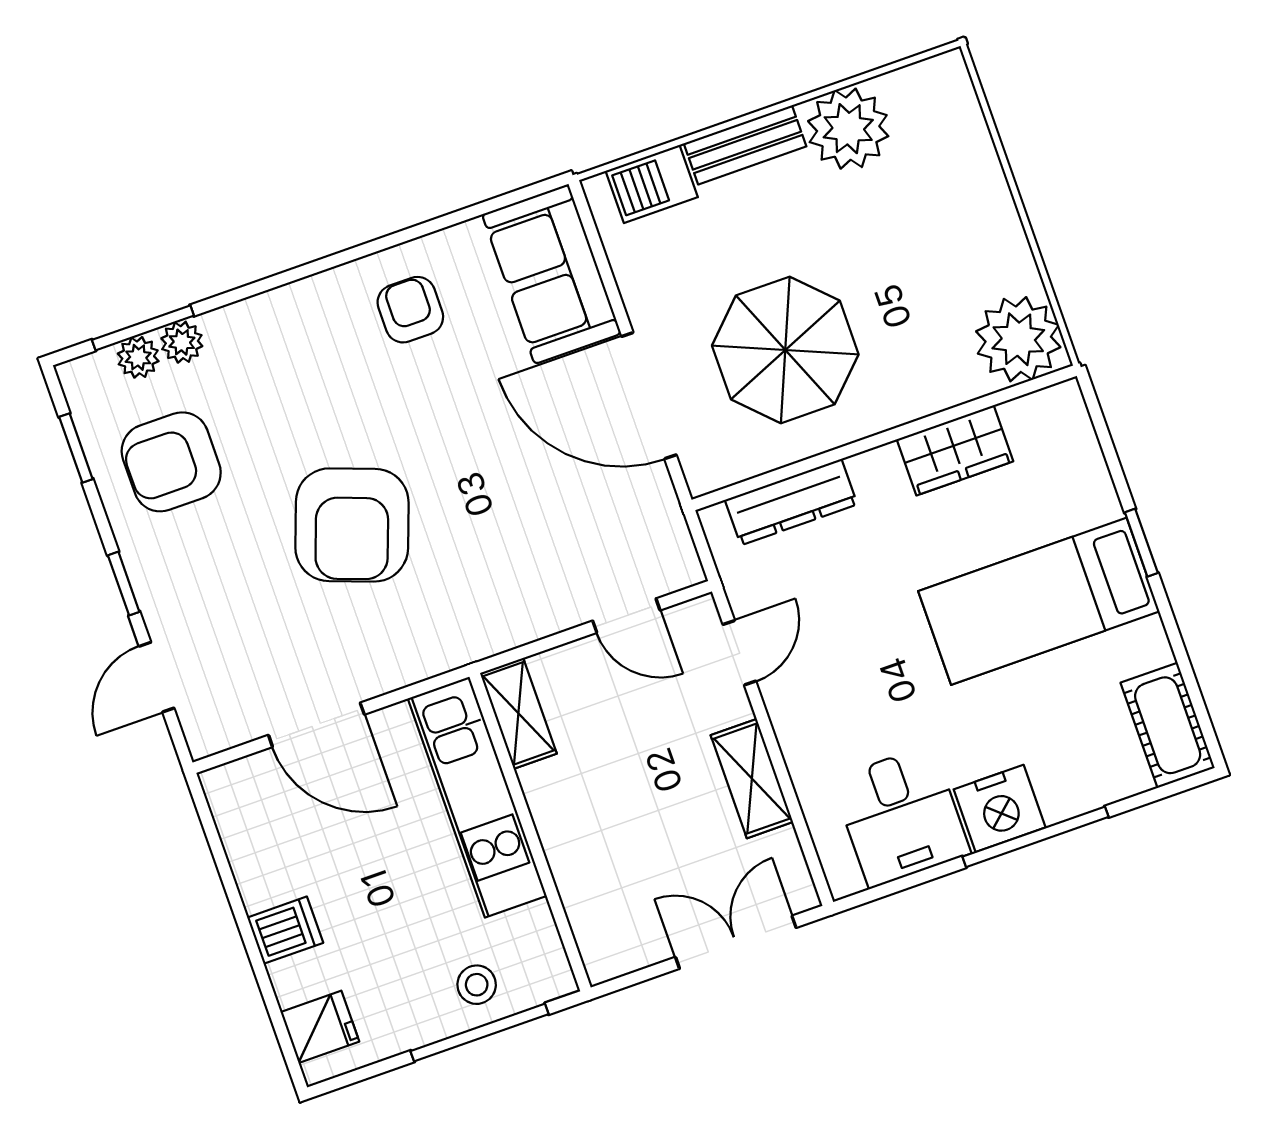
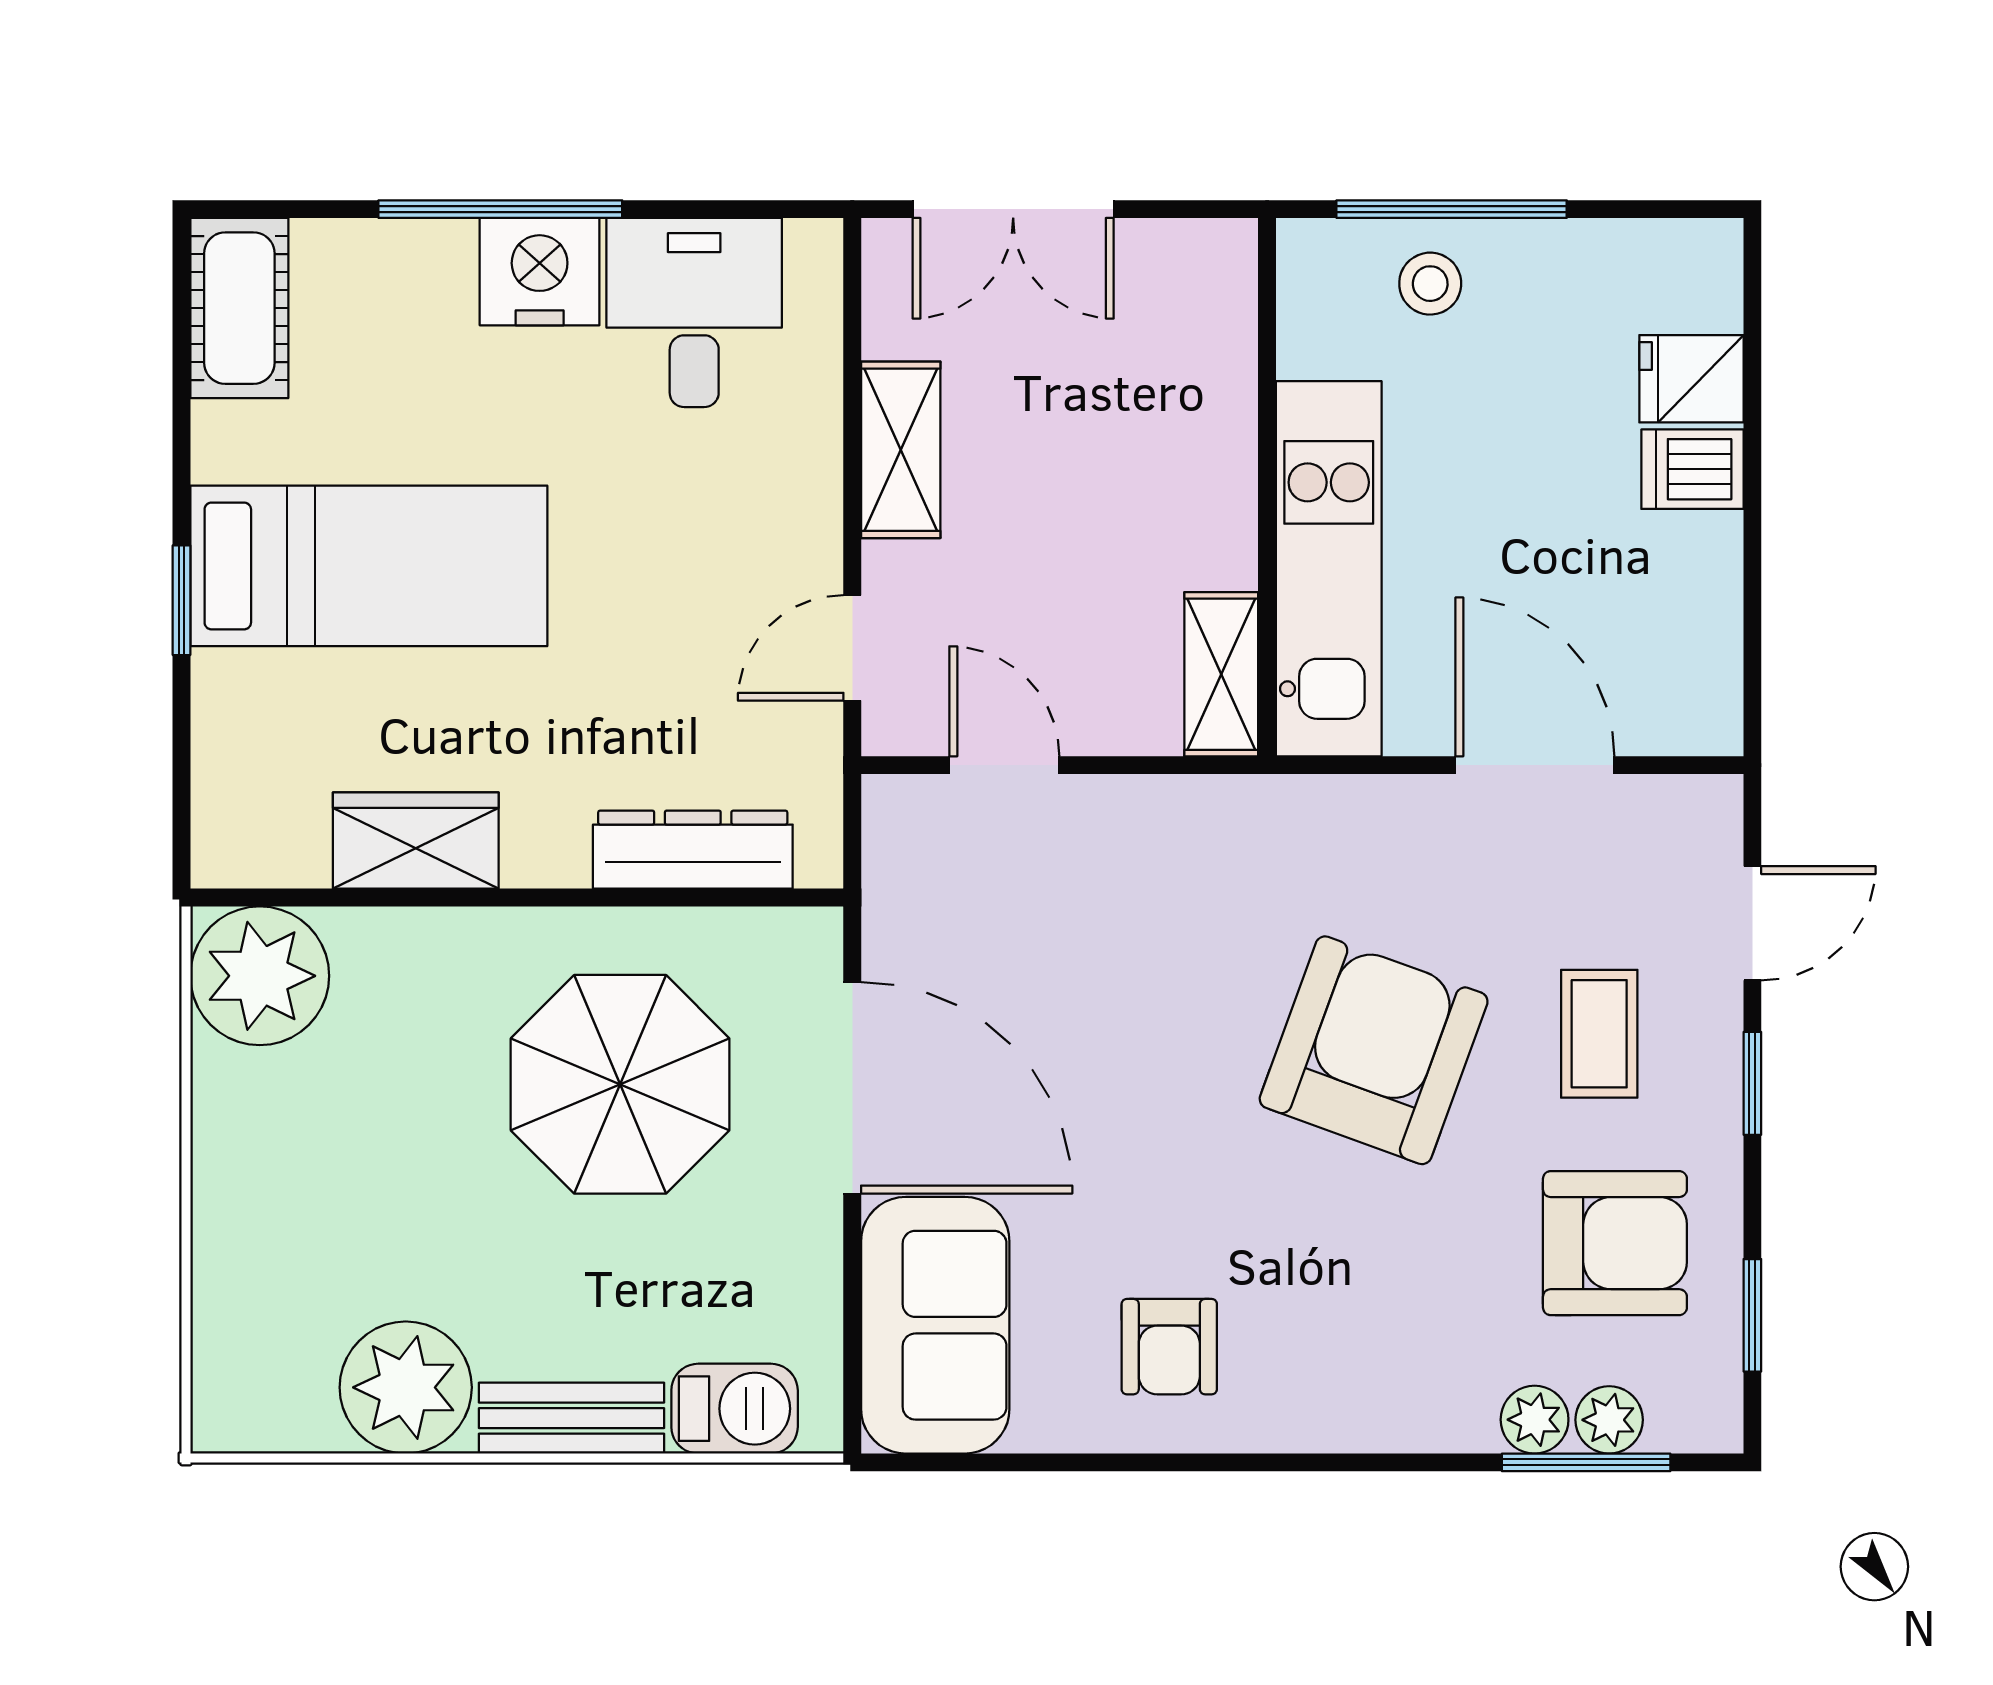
coffee table: (223, 581) -> (1599, 1034), added
fridge: (320, 1027) -> (1691, 379), moved

